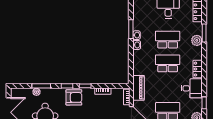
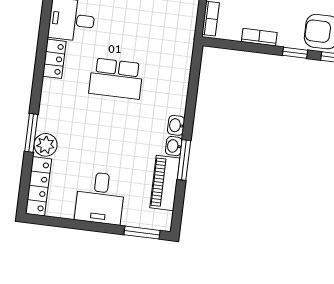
school desk: (168, 40) -> (110, 129), removed
plant: (197, 40) -> (46, 145), moved
piano: (139, 88) -> (165, 183), moved

